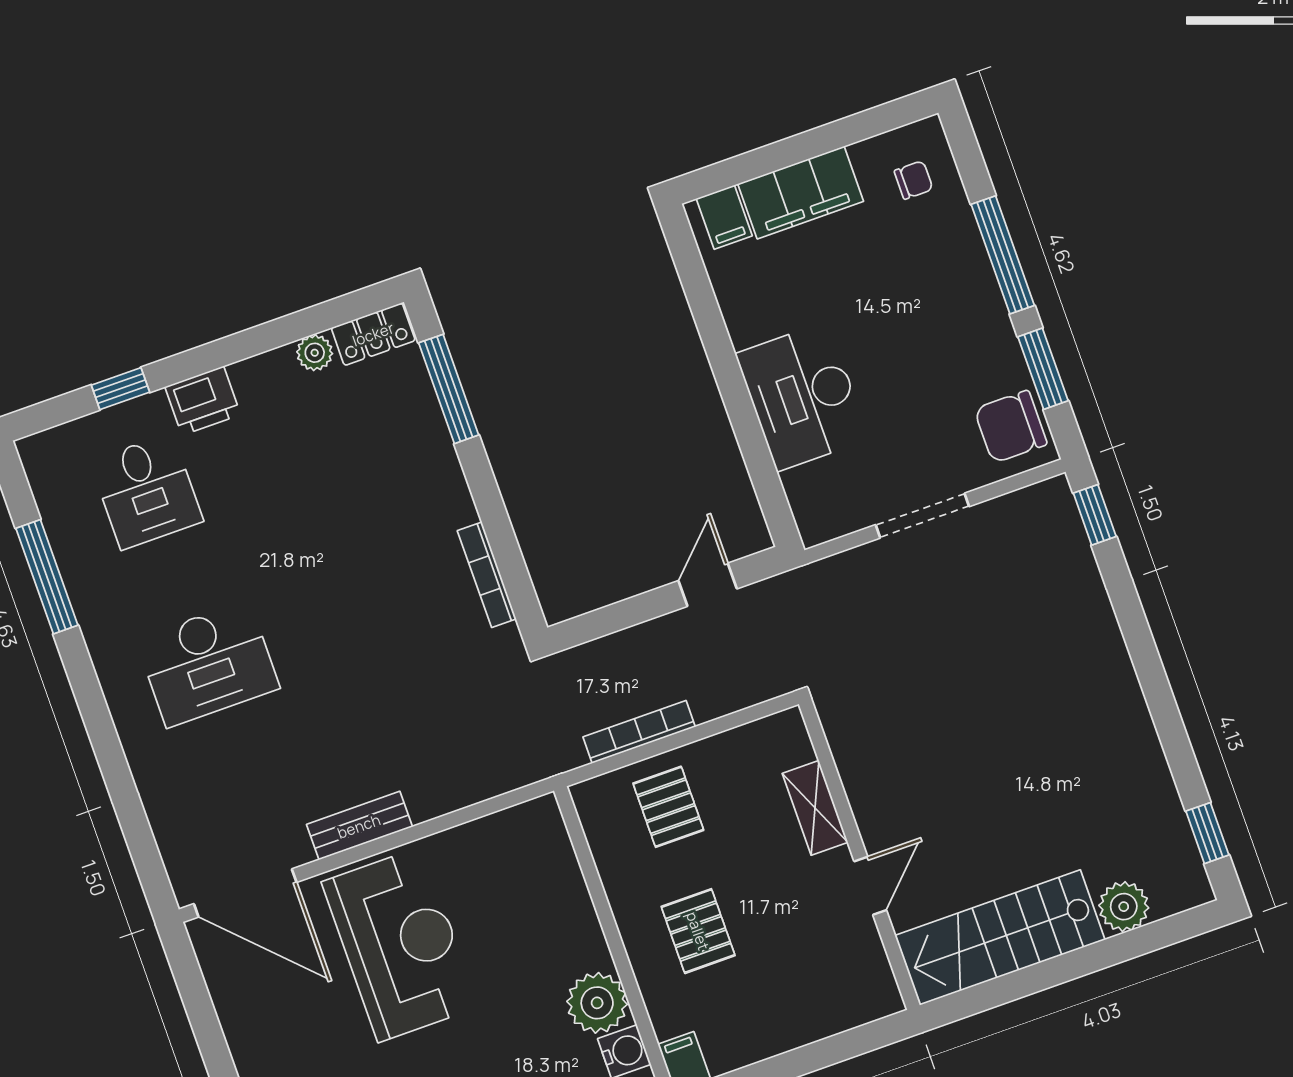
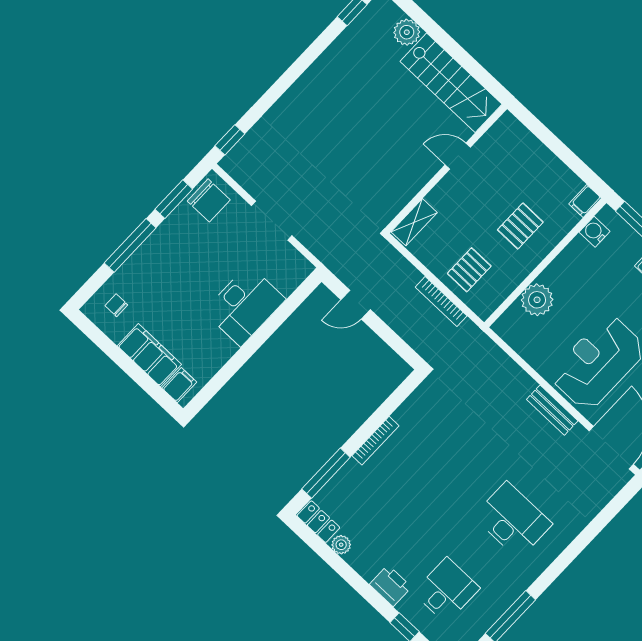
bookcase: (487, 575) -> (376, 441), moved
shelving: (815, 808) -> (414, 222), moved
plant: (597, 1003) -> (537, 300), moved

